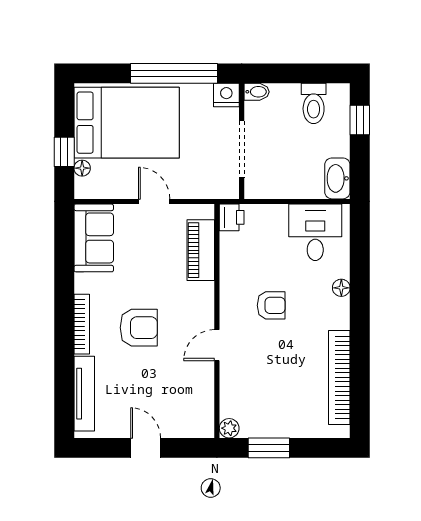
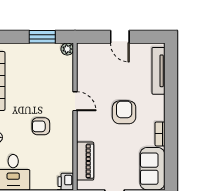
bookcase: (82, 324) -> (160, 134), moved, width x0.64
armchair: (139, 328) -> (124, 112), turned 90
door: (217, 345) -> (75, 101), hinge flipped

